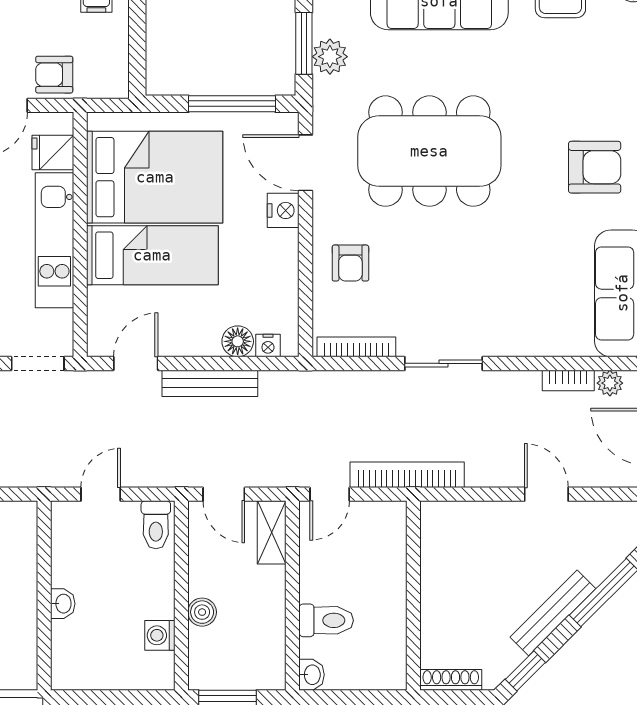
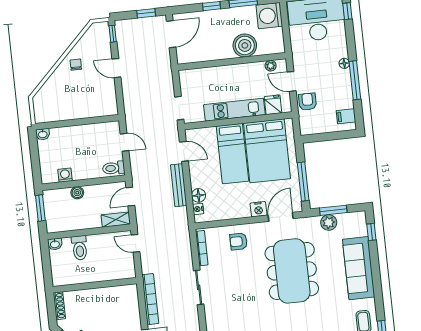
bookcase: (407, 475) -> (150, 299), moved
washbasin: (63, 604) -> (43, 134), moved

